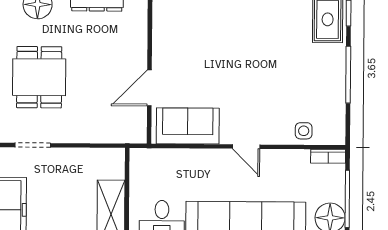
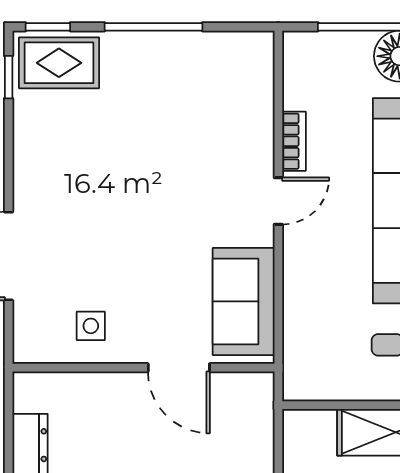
side table: (304, 131) -> (91, 326), moved
bookcase: (328, 156) -> (294, 141), moved

